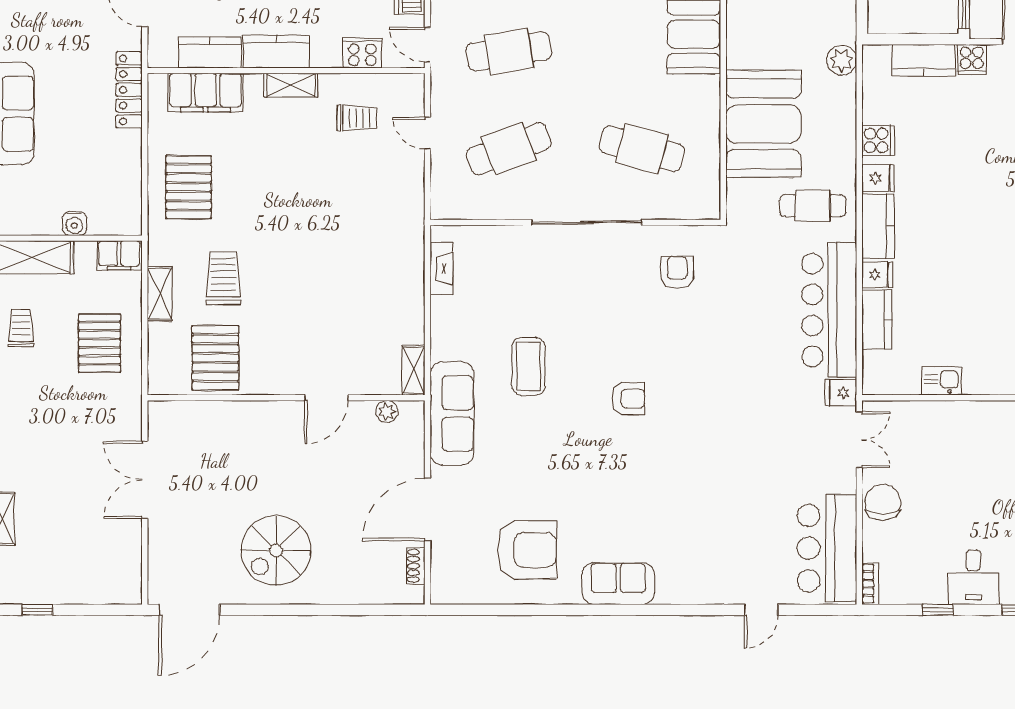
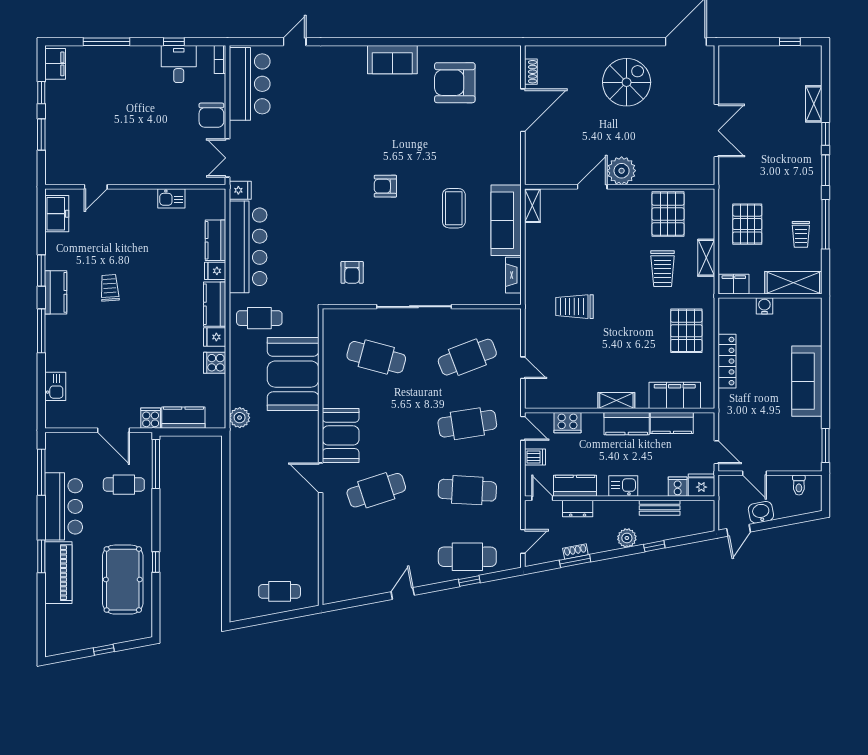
locker: (129, 90) -> (727, 361), moved
trolley: (357, 118) -> (575, 307), moved, width x1.36, depth x1.39
plant: (387, 411) -> (622, 171), moved, width x1.87, depth x1.87
sofa: (452, 413) -> (506, 220), moved
desk: (973, 577) -> (179, 64), moved

